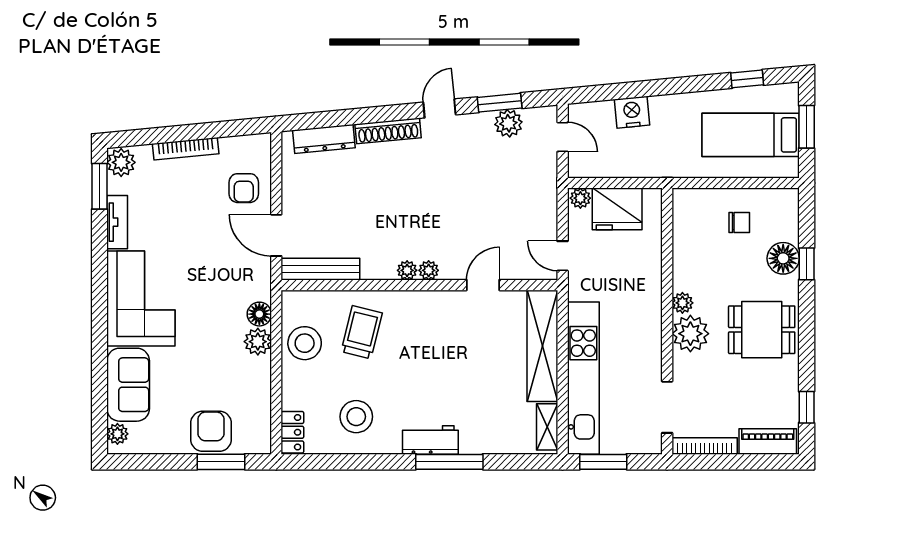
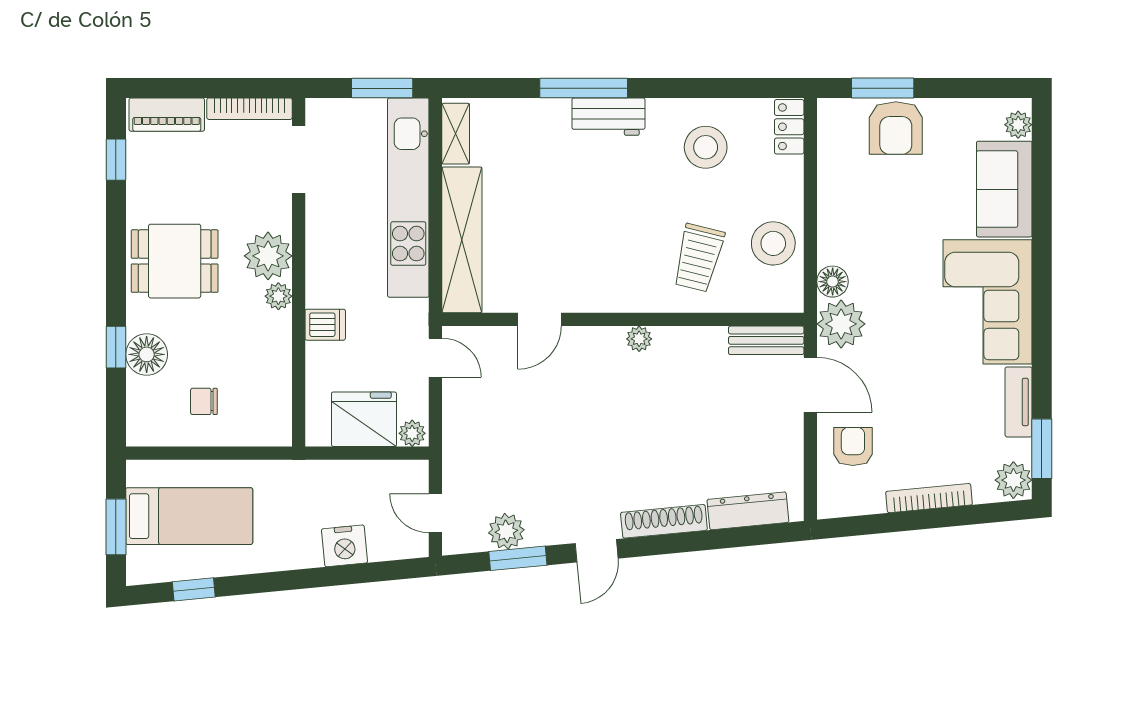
bench: (320, 269) -> (766, 340), width x0.73
plant: (429, 270) -> (611, 339), removed
dishwasher: (647, 281) -> (325, 325), added
plant: (258, 342) -> (841, 324), moved, width x1.36, depth x1.36

